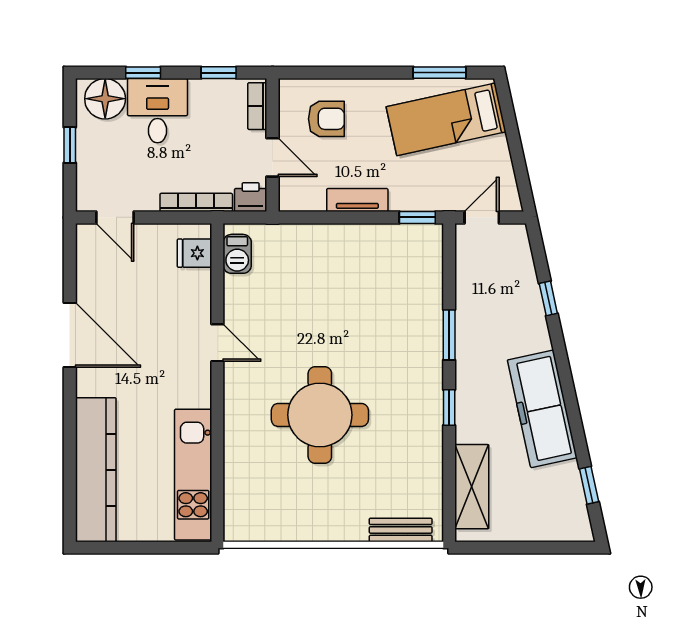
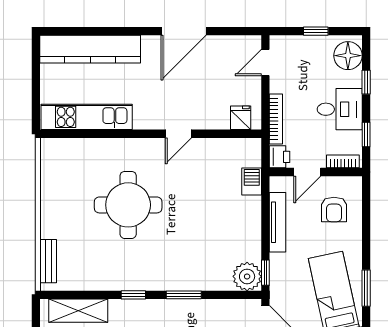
desk: (158, 111) -> (340, 109), moved
tv unit: (357, 200) -> (278, 222), width x1.41
plant: (423, 244) -> (247, 276), added
barbecue: (237, 254) -> (252, 182), moved, turned 90

